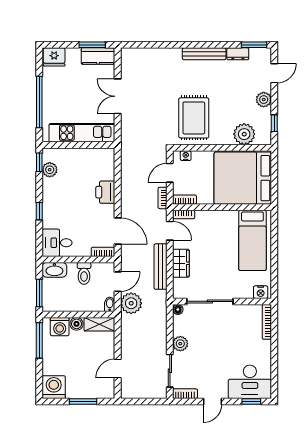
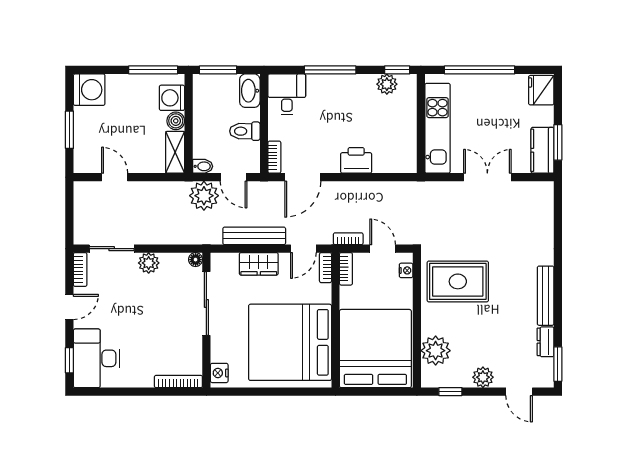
window: (39, 211) -> (330, 70), width x2.17
bed: (252, 240) -> (290, 342), width x2.04
door: (212, 402) -> (69, 307), swing flipped

